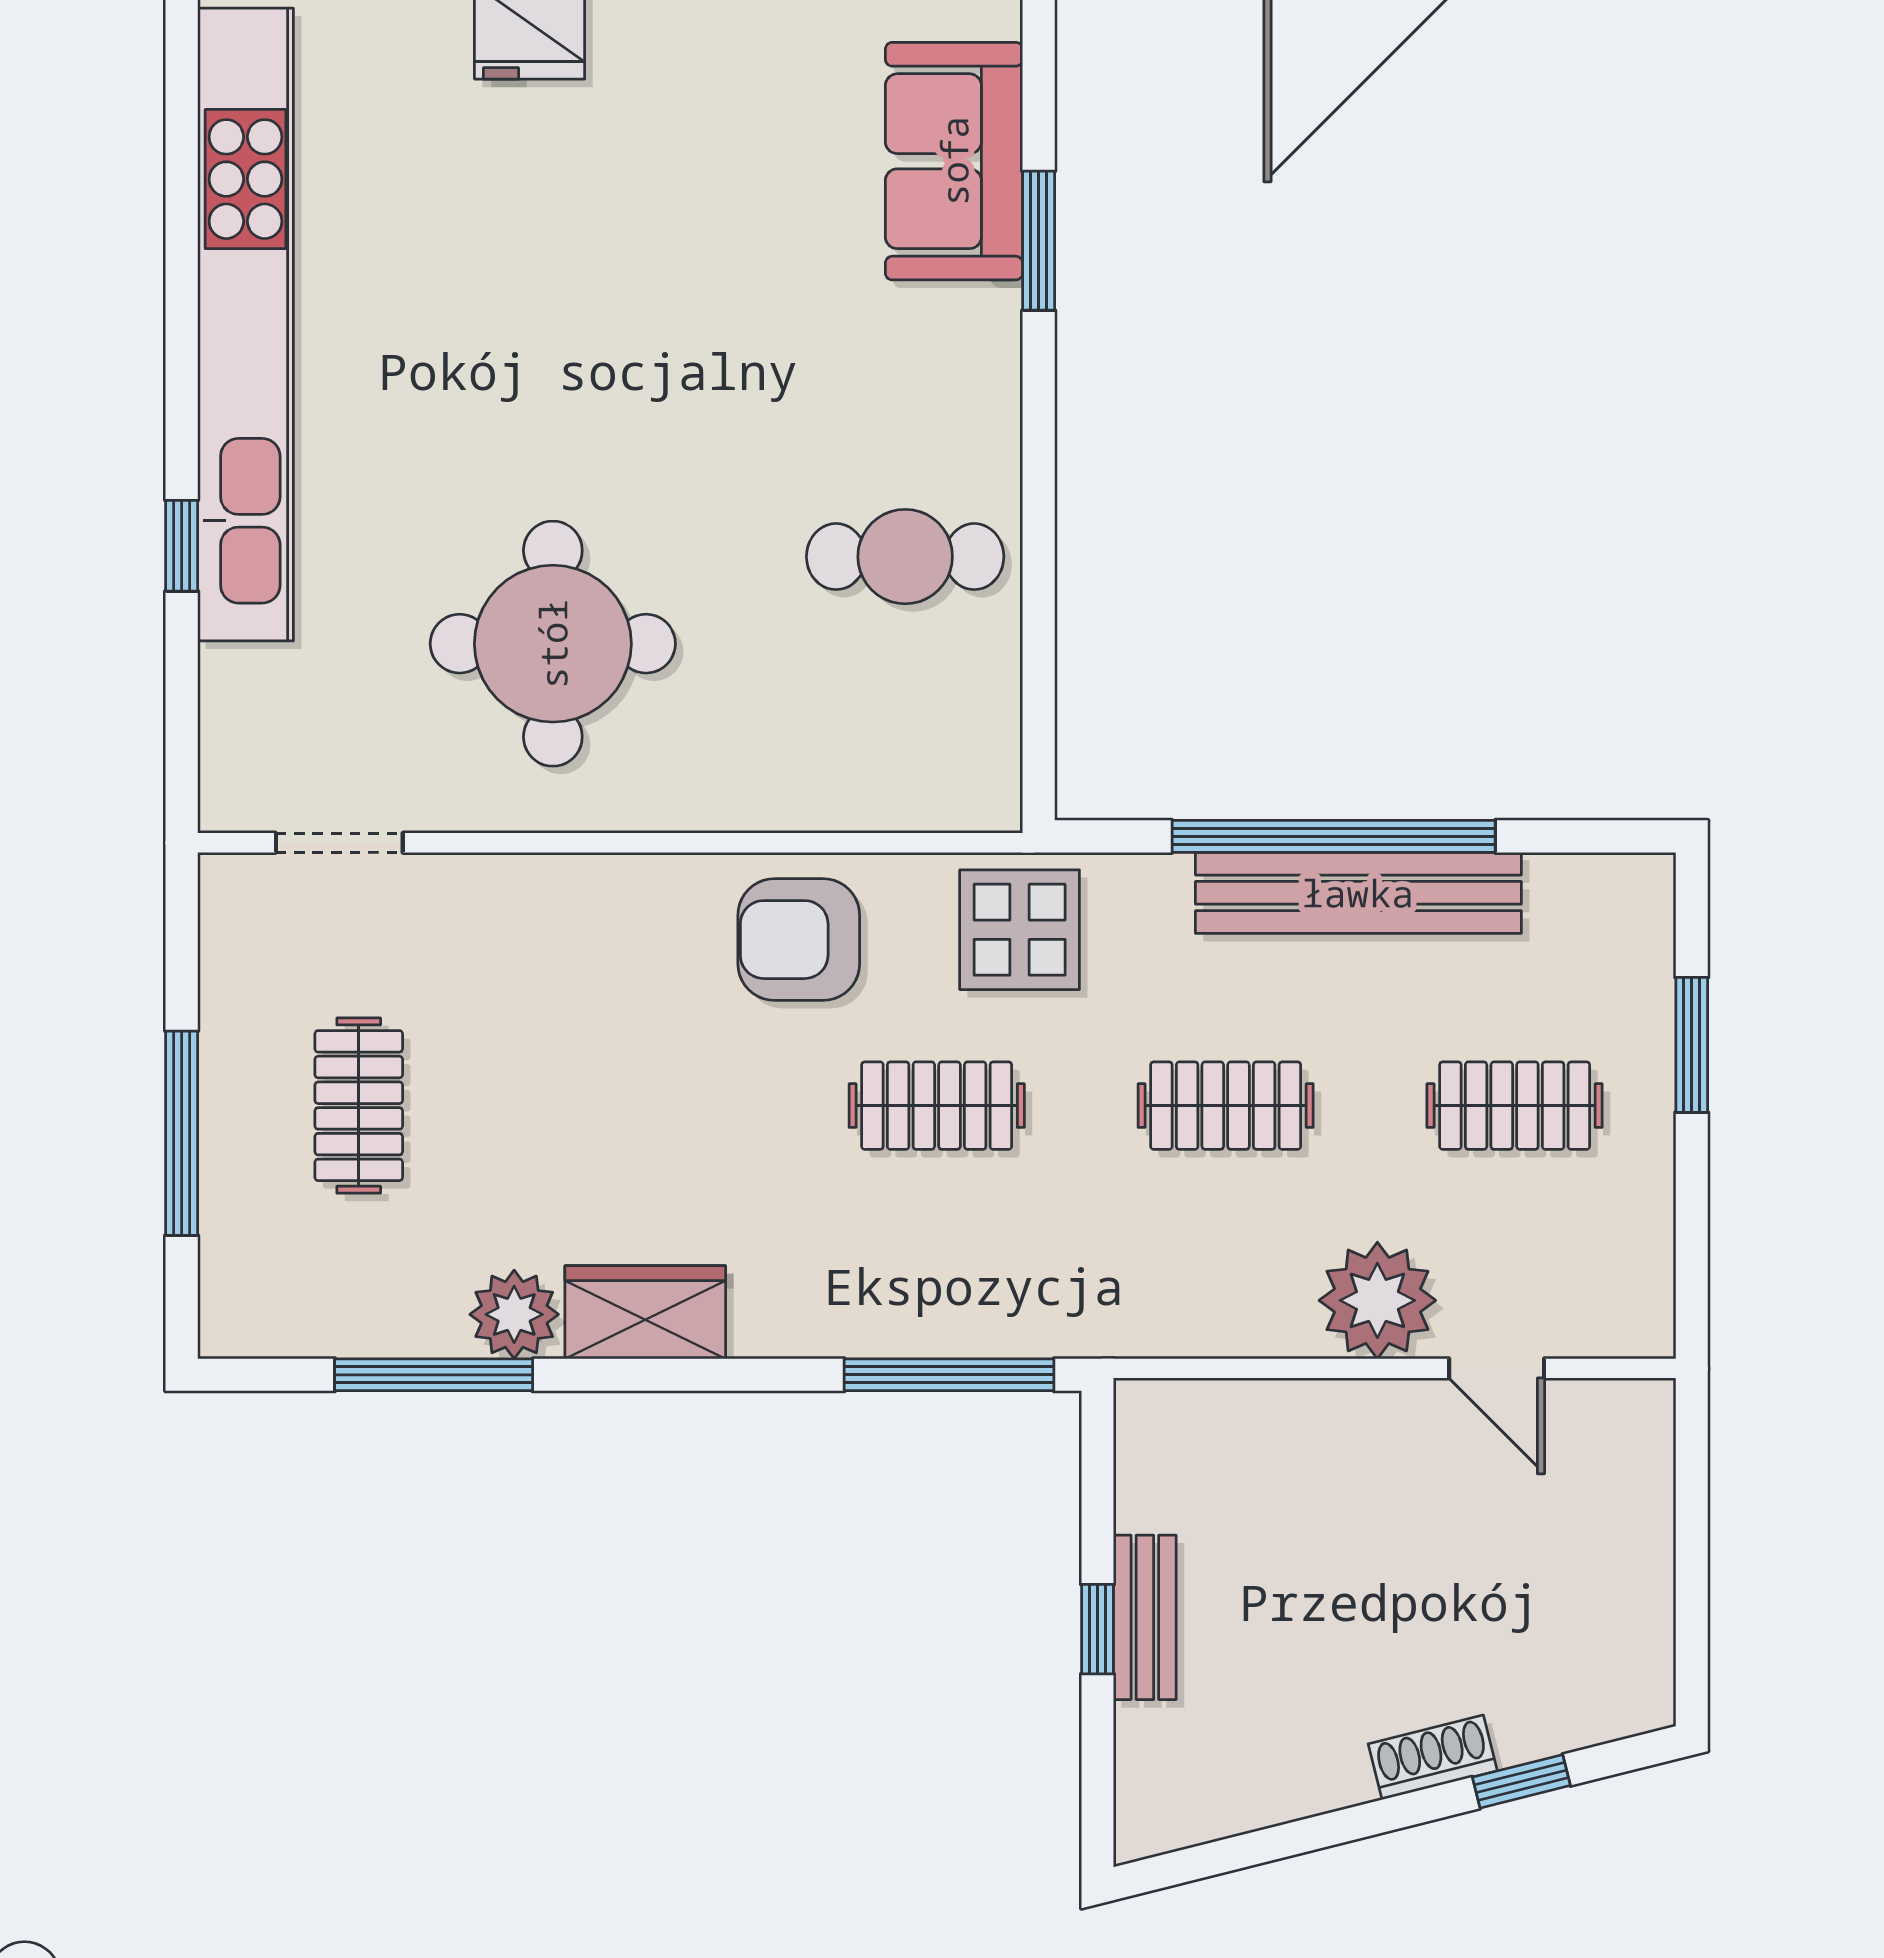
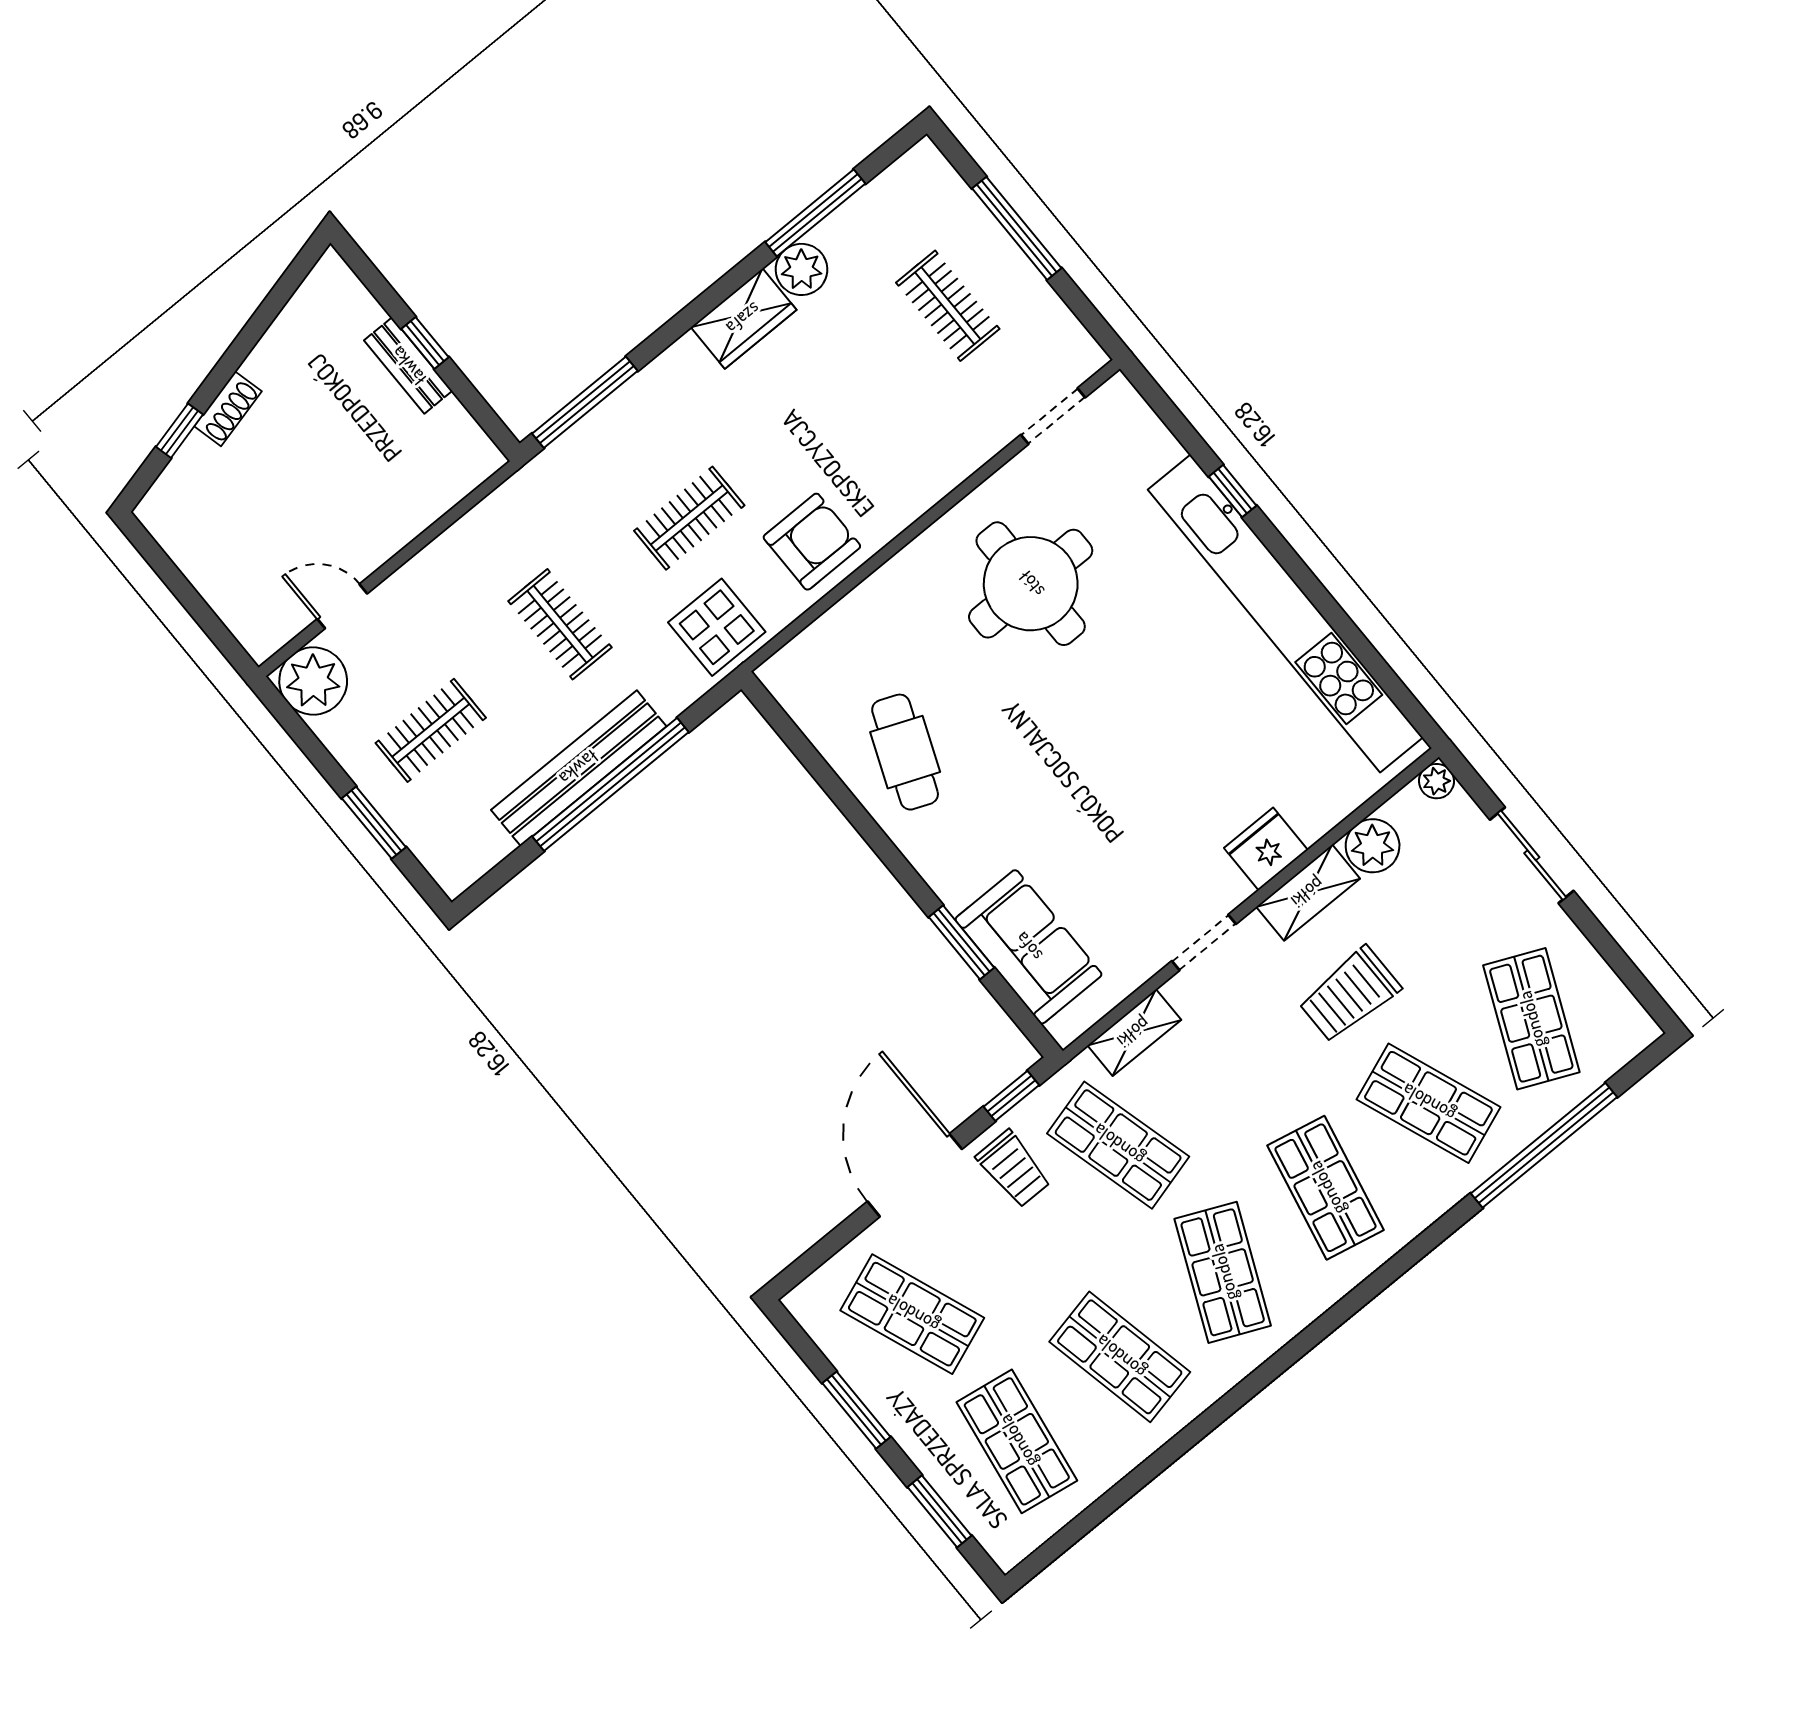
cafe table: (905, 557) -> (905, 752), turned -68
clothes rail: (1226, 1106) -> (560, 624), turned 90
plant: (1377, 1300) -> (313, 681), moved

